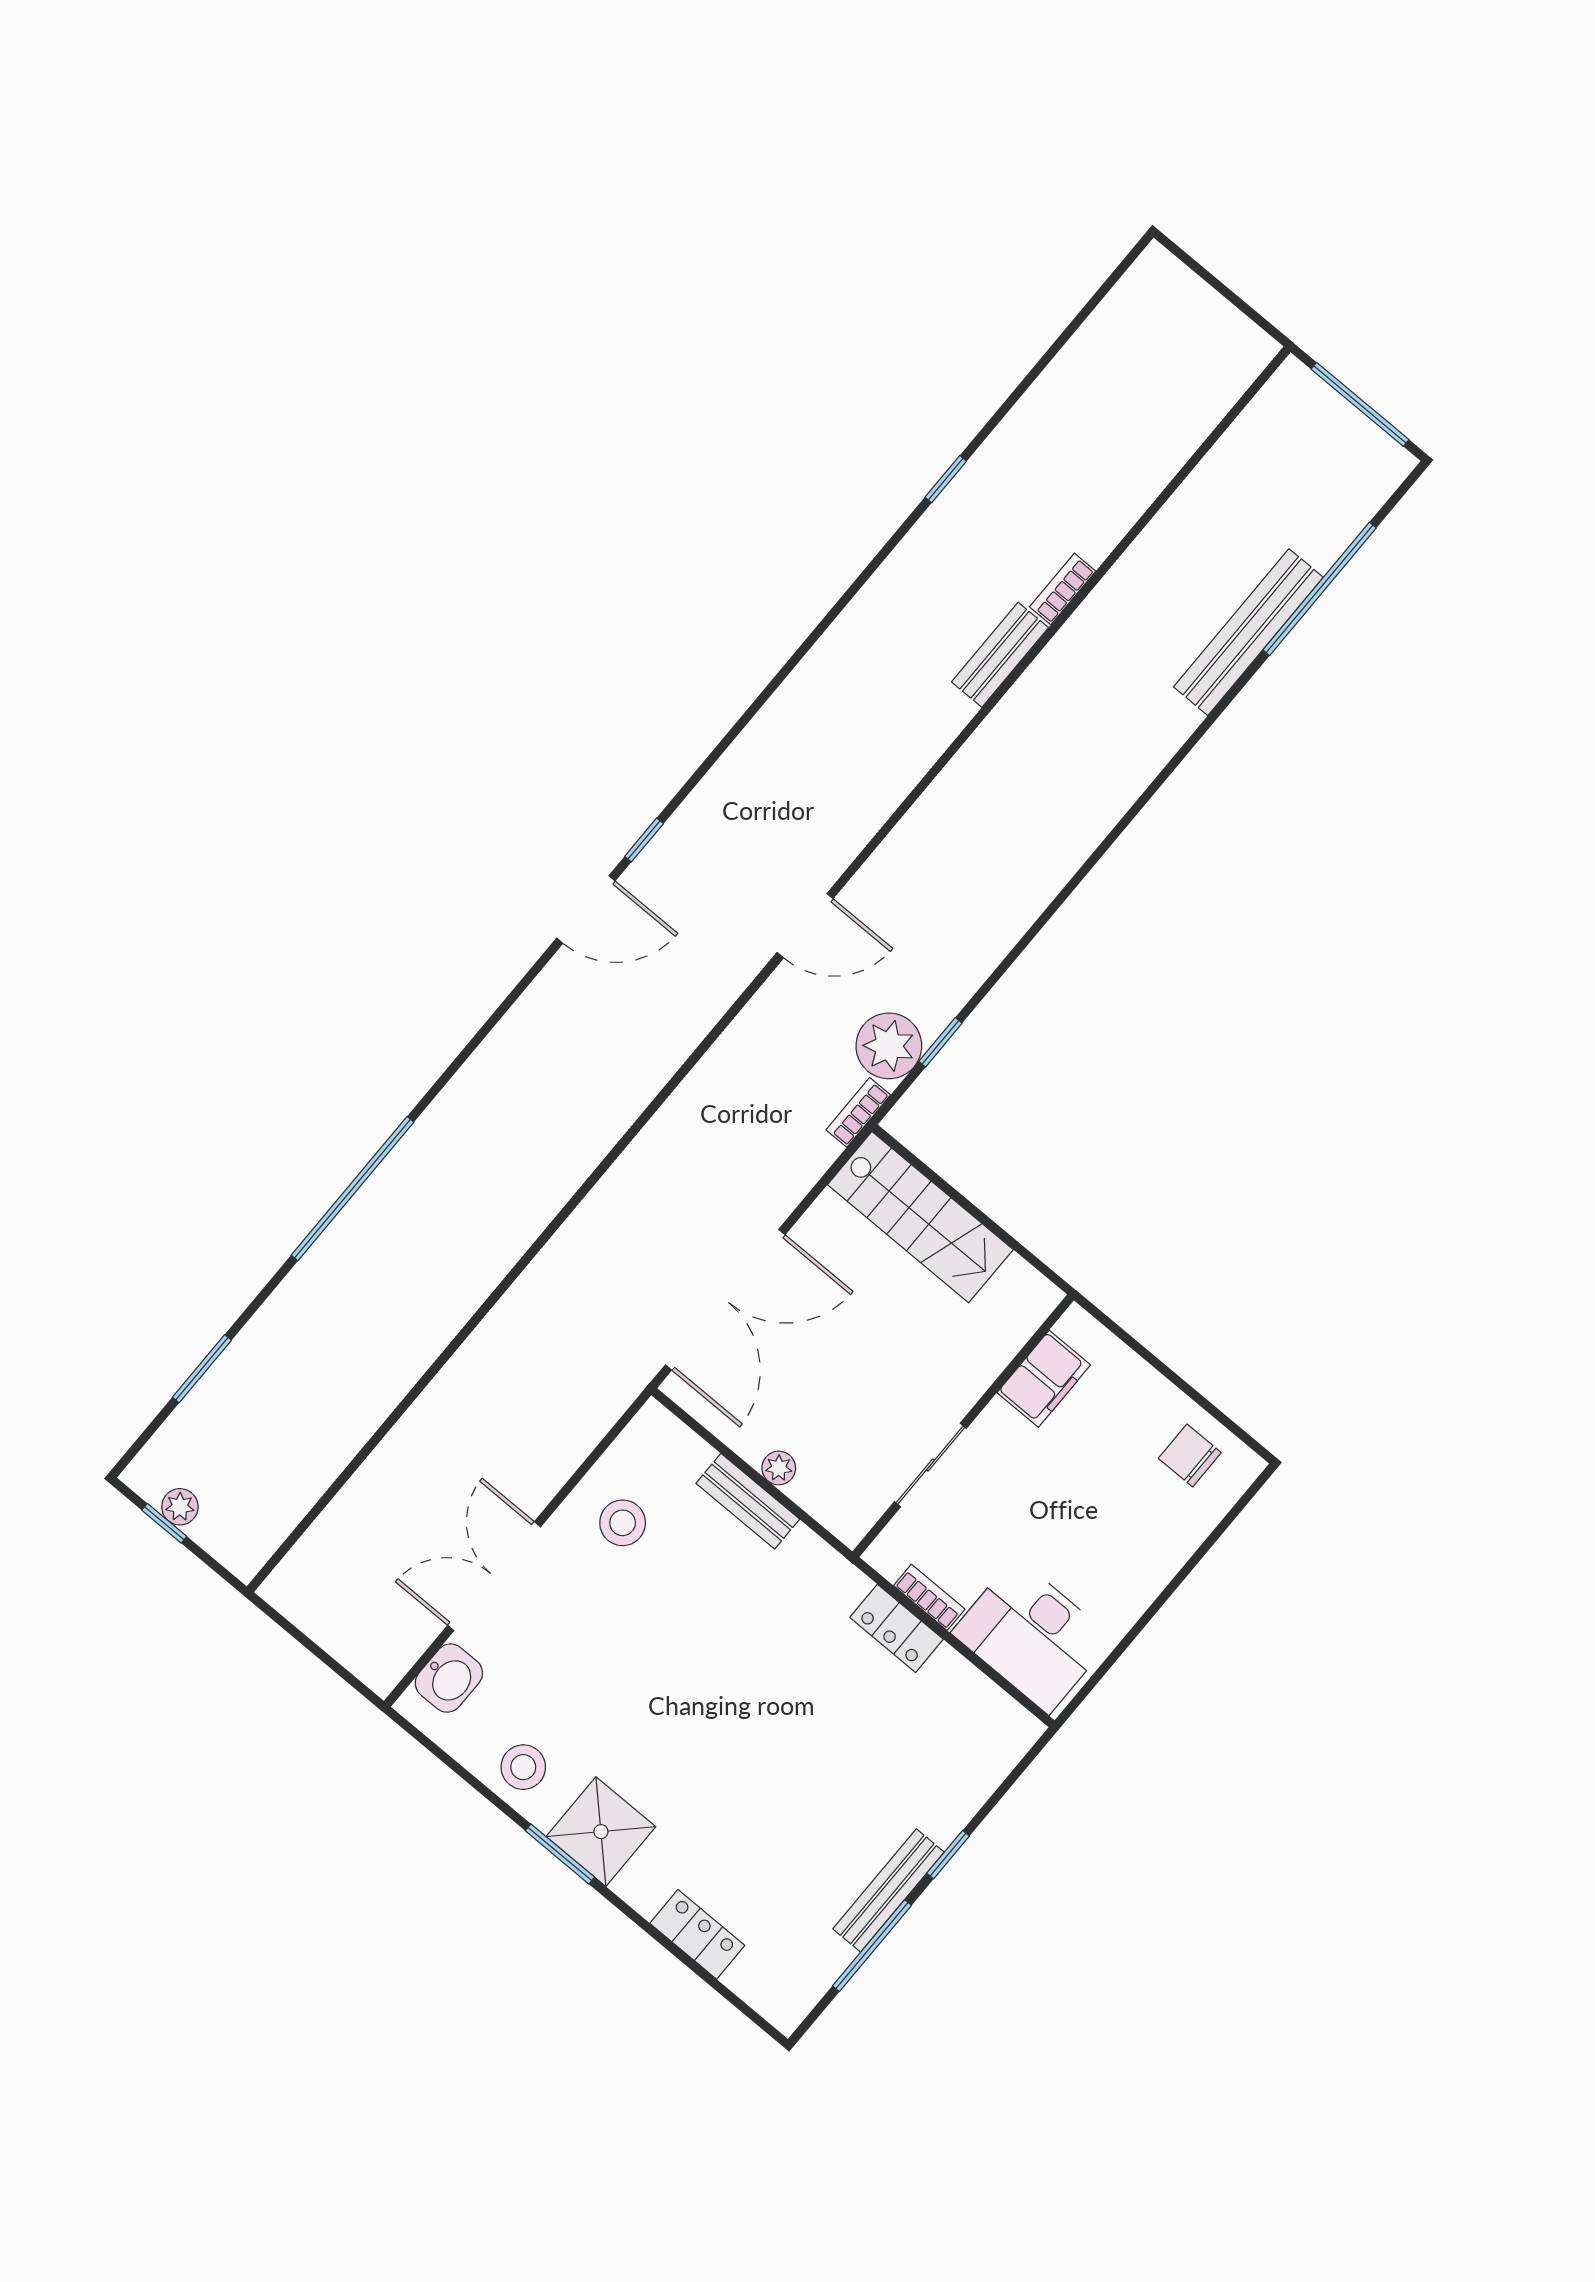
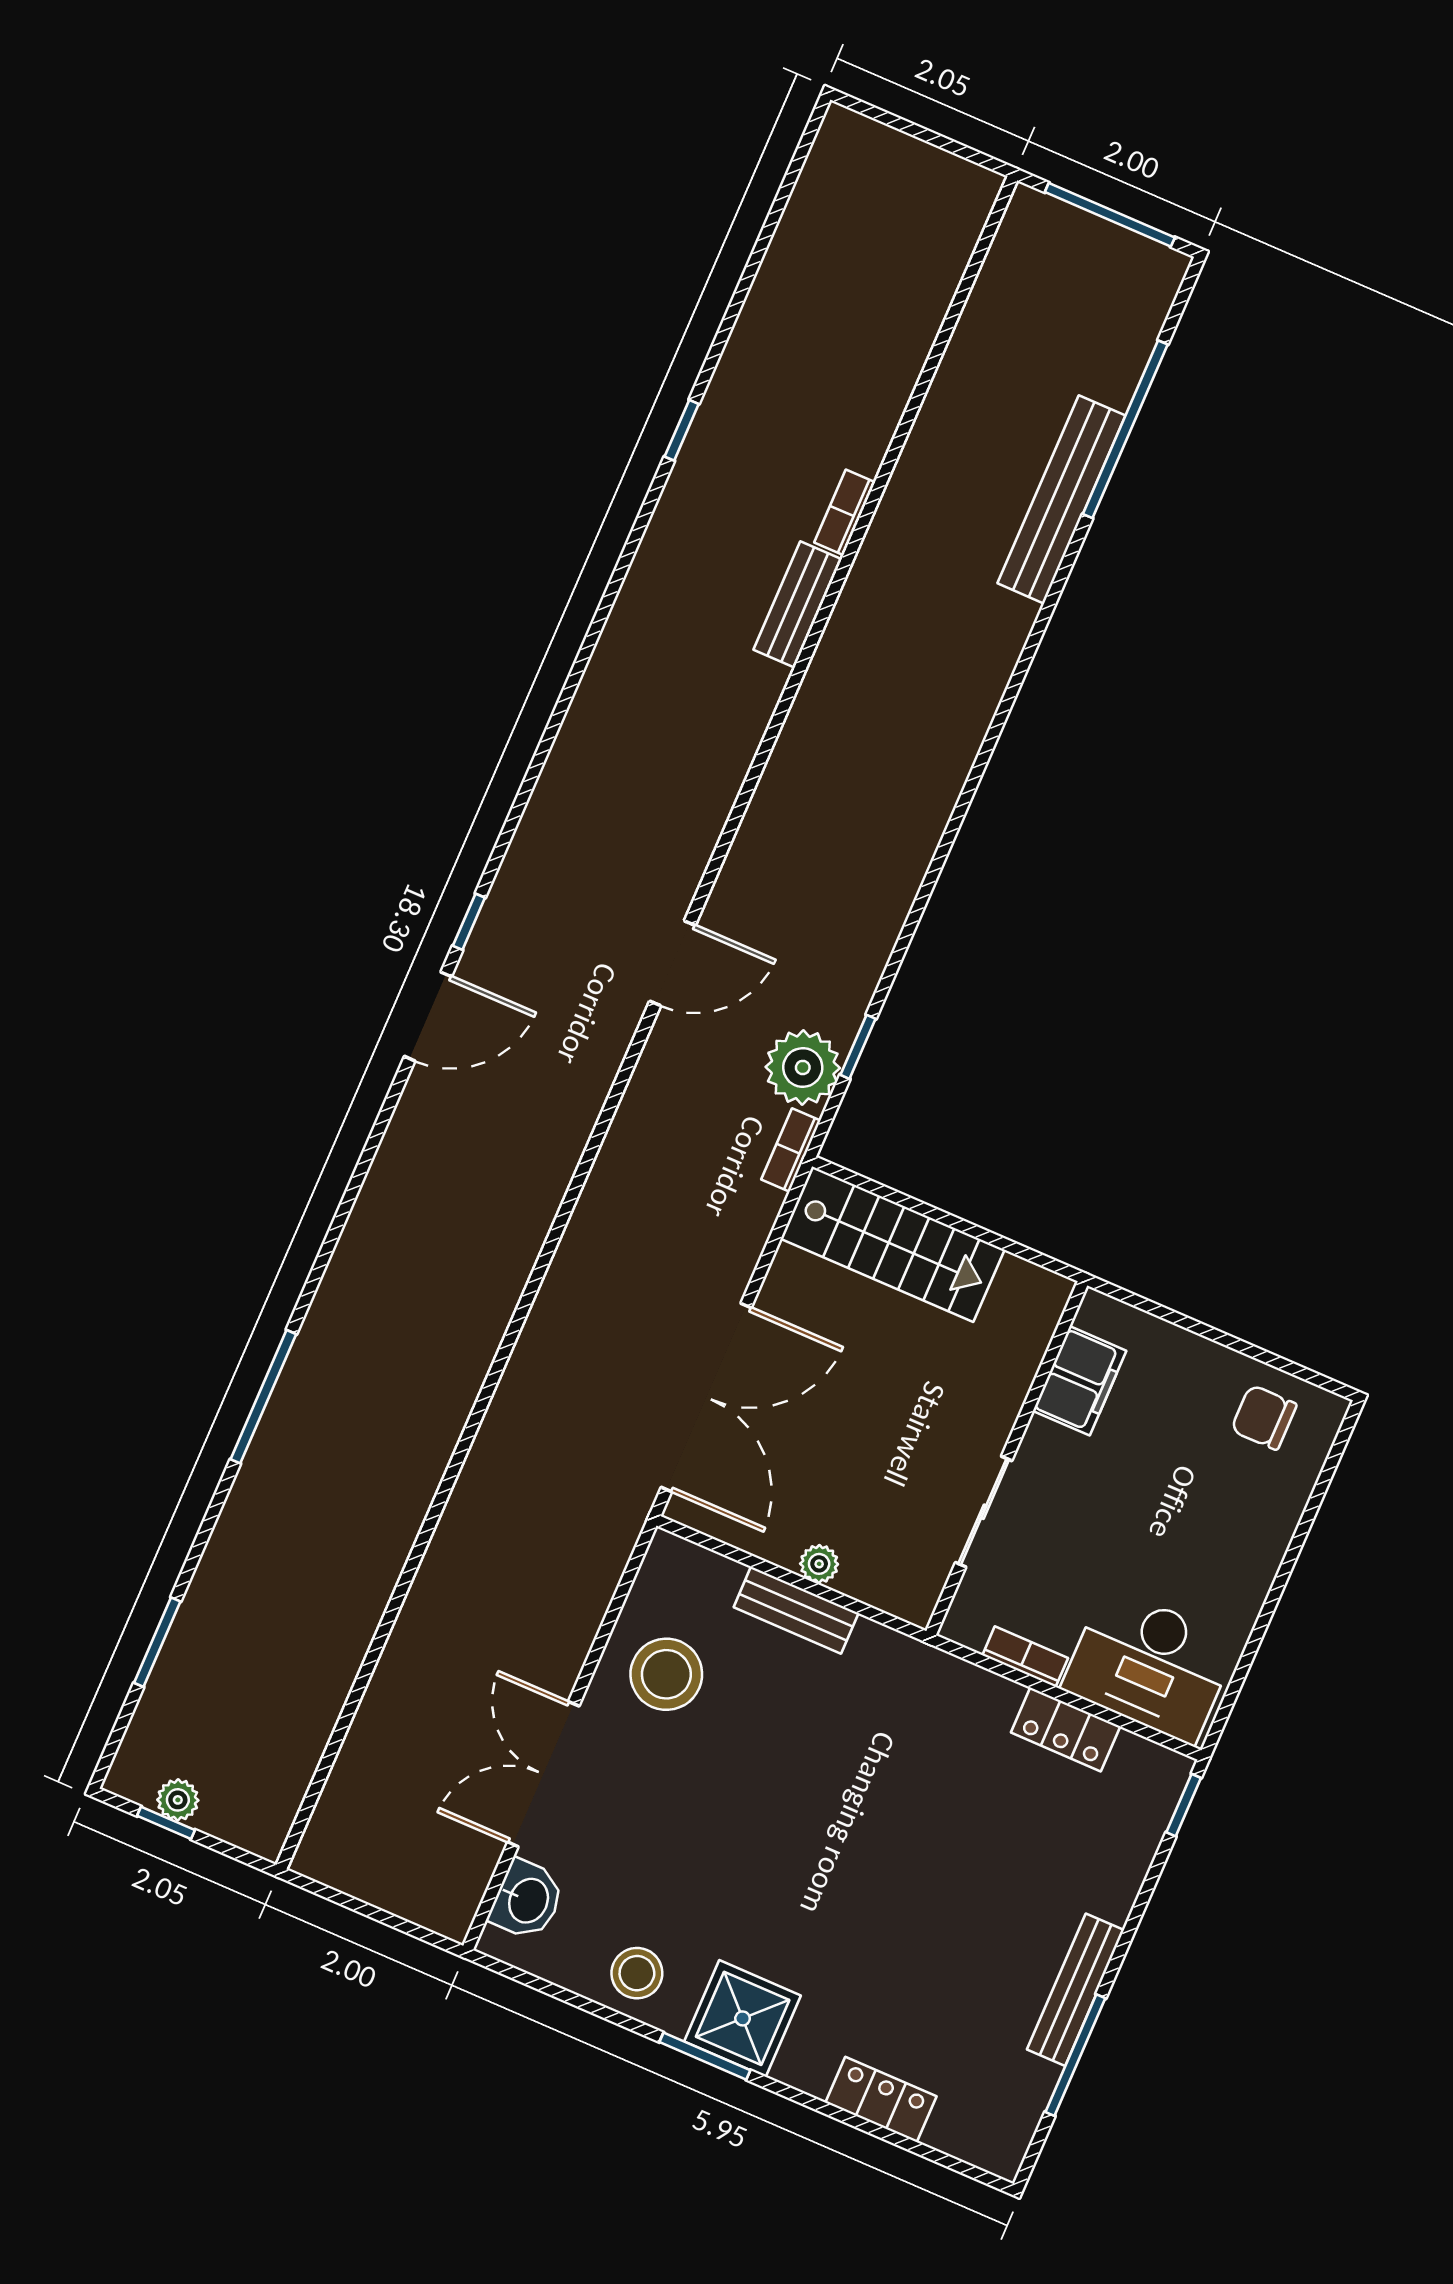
window: (353, 1189) -> (263, 1397), width x0.68
stool: (623, 1523) -> (666, 1674), width x1.38, depth x1.38
locker: (897, 1628) -> (1066, 1729), moved
window: (948, 1855) -> (1184, 1805), moved

